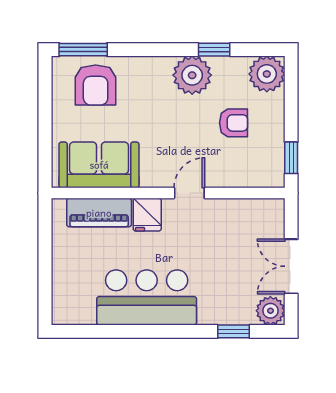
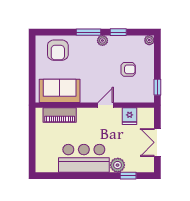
window: (83, 50) -> (88, 32), moved
plant: (267, 74) -> (149, 40), width x0.53, depth x0.53
plant: (192, 75) -> (102, 41), width x0.53, depth x0.53
fridge: (147, 215) -> (130, 116), moved
plant: (270, 311) -> (118, 165), moved

